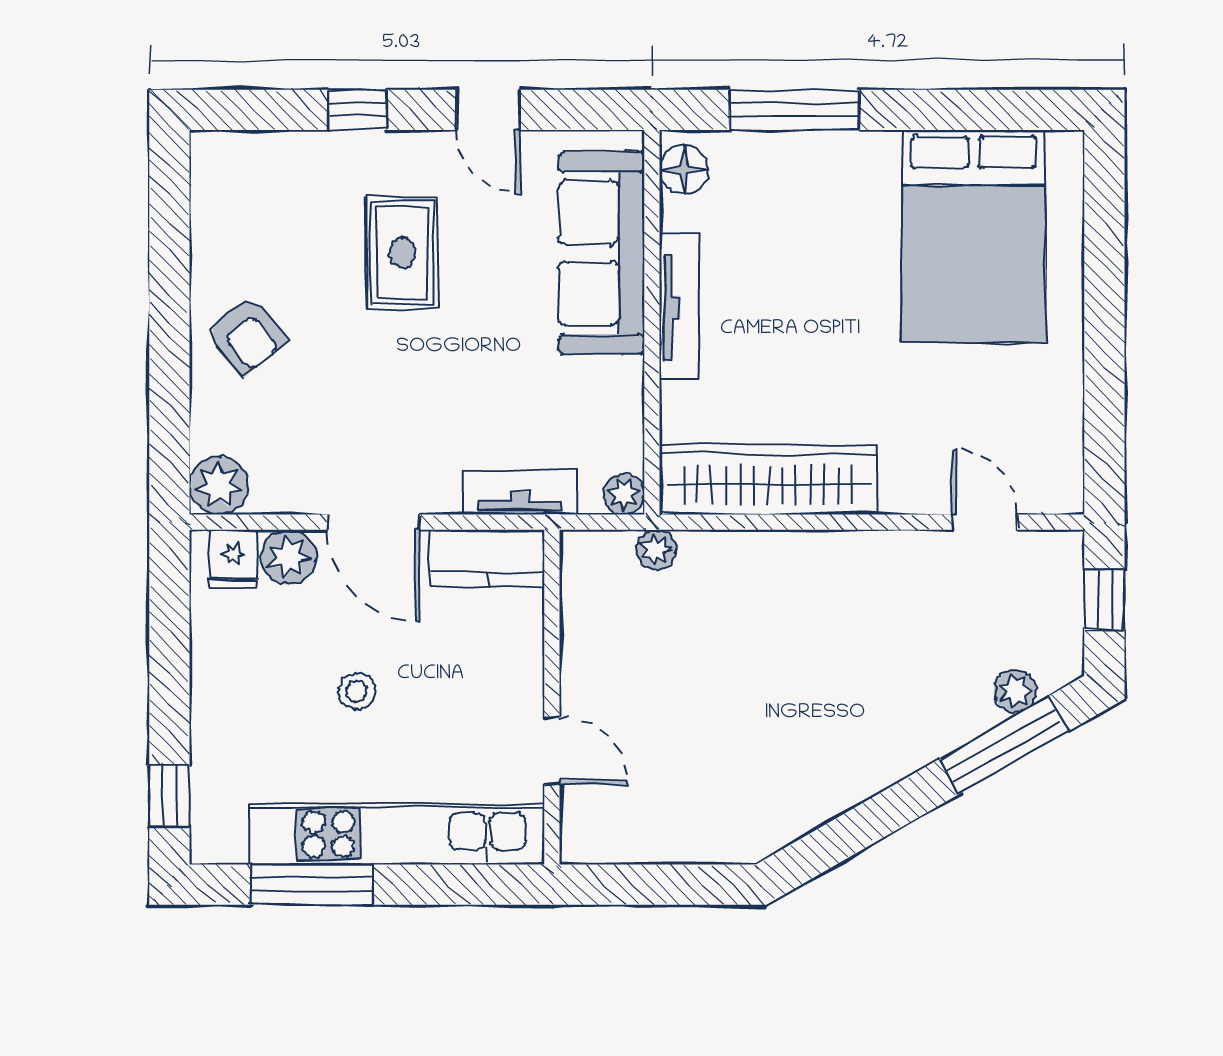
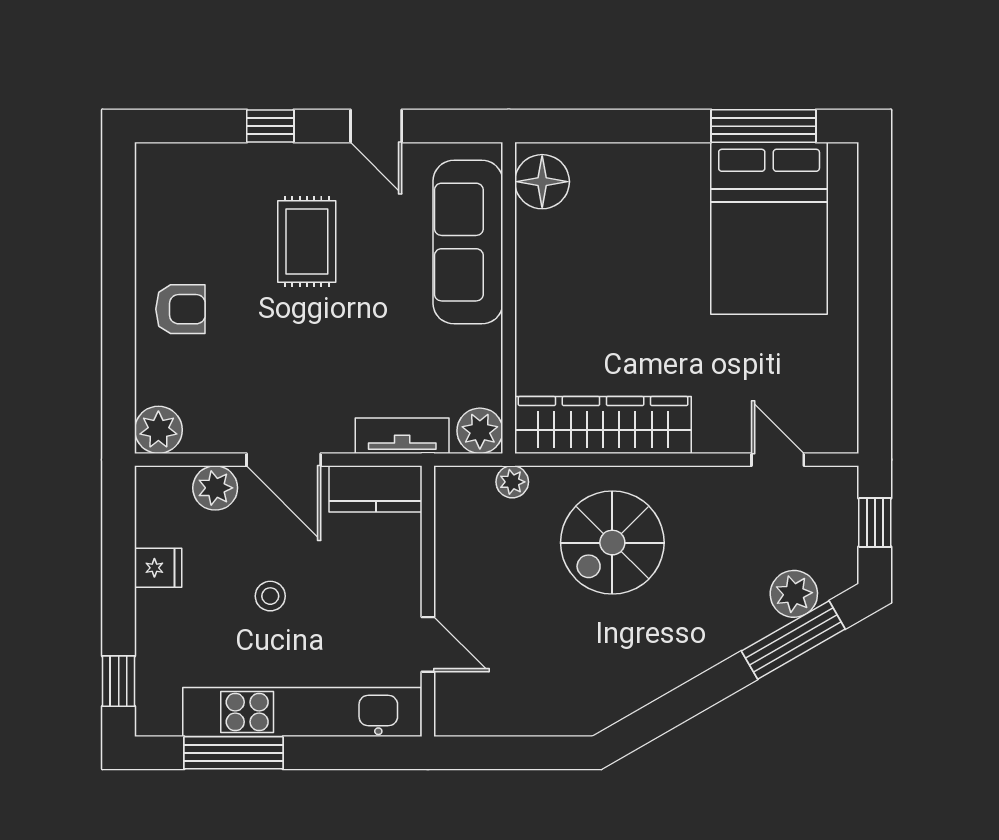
window: (794, 110) -> (763, 126), moved
floor lamp: (684, 169) -> (542, 182), width x1.38, depth x1.38
tv unit: (679, 308) -> (531, 286), removed
armchair: (246, 336) -> (180, 309), turned -50
plant: (624, 494) -> (480, 431), width x1.38, depth x1.38
fridge: (233, 559) -> (158, 568), moved, turned -90
spiral stairs: (780, 625) -> (612, 543), added
plant: (1015, 691) -> (794, 594), width x1.38, depth x1.38

